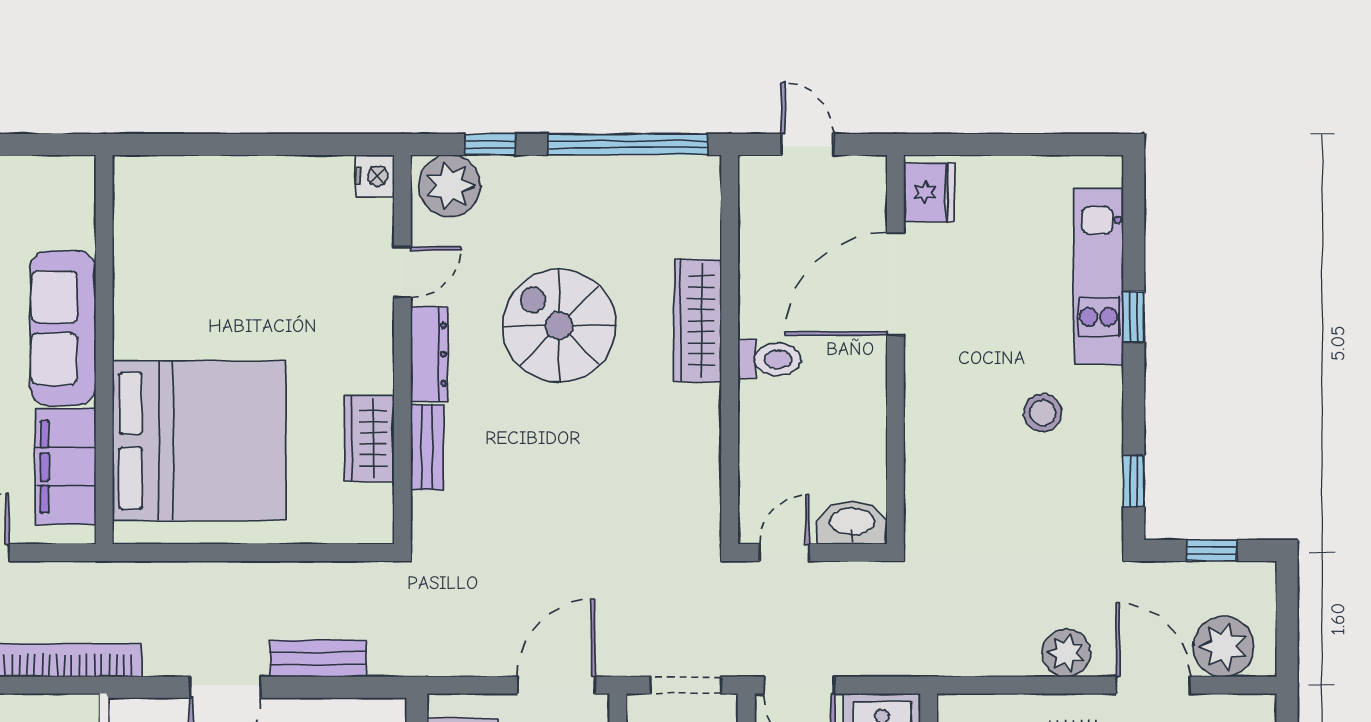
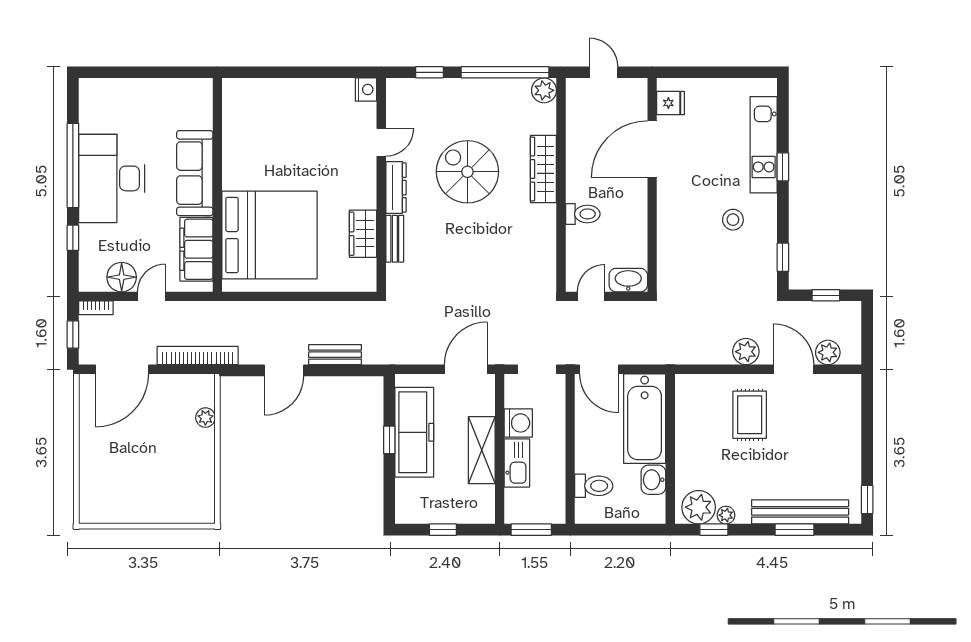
plant: (450, 186) -> (544, 90), moved, width x0.73, depth x0.73
fridge: (929, 192) -> (671, 103), width x0.72
toilet: (769, 359) -> (583, 214), moved
plant: (1223, 646) -> (828, 352), width x0.73, depth x0.73

